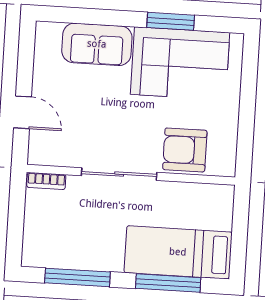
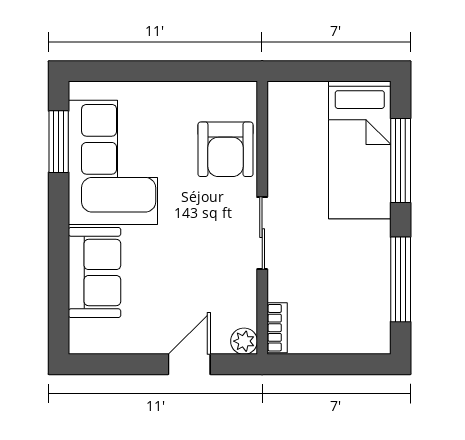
window: (171, 21) -> (59, 142), moved
plant: (38, 155) -> (244, 341), added
sliding door: (119, 174) -> (262, 233), width x0.73

